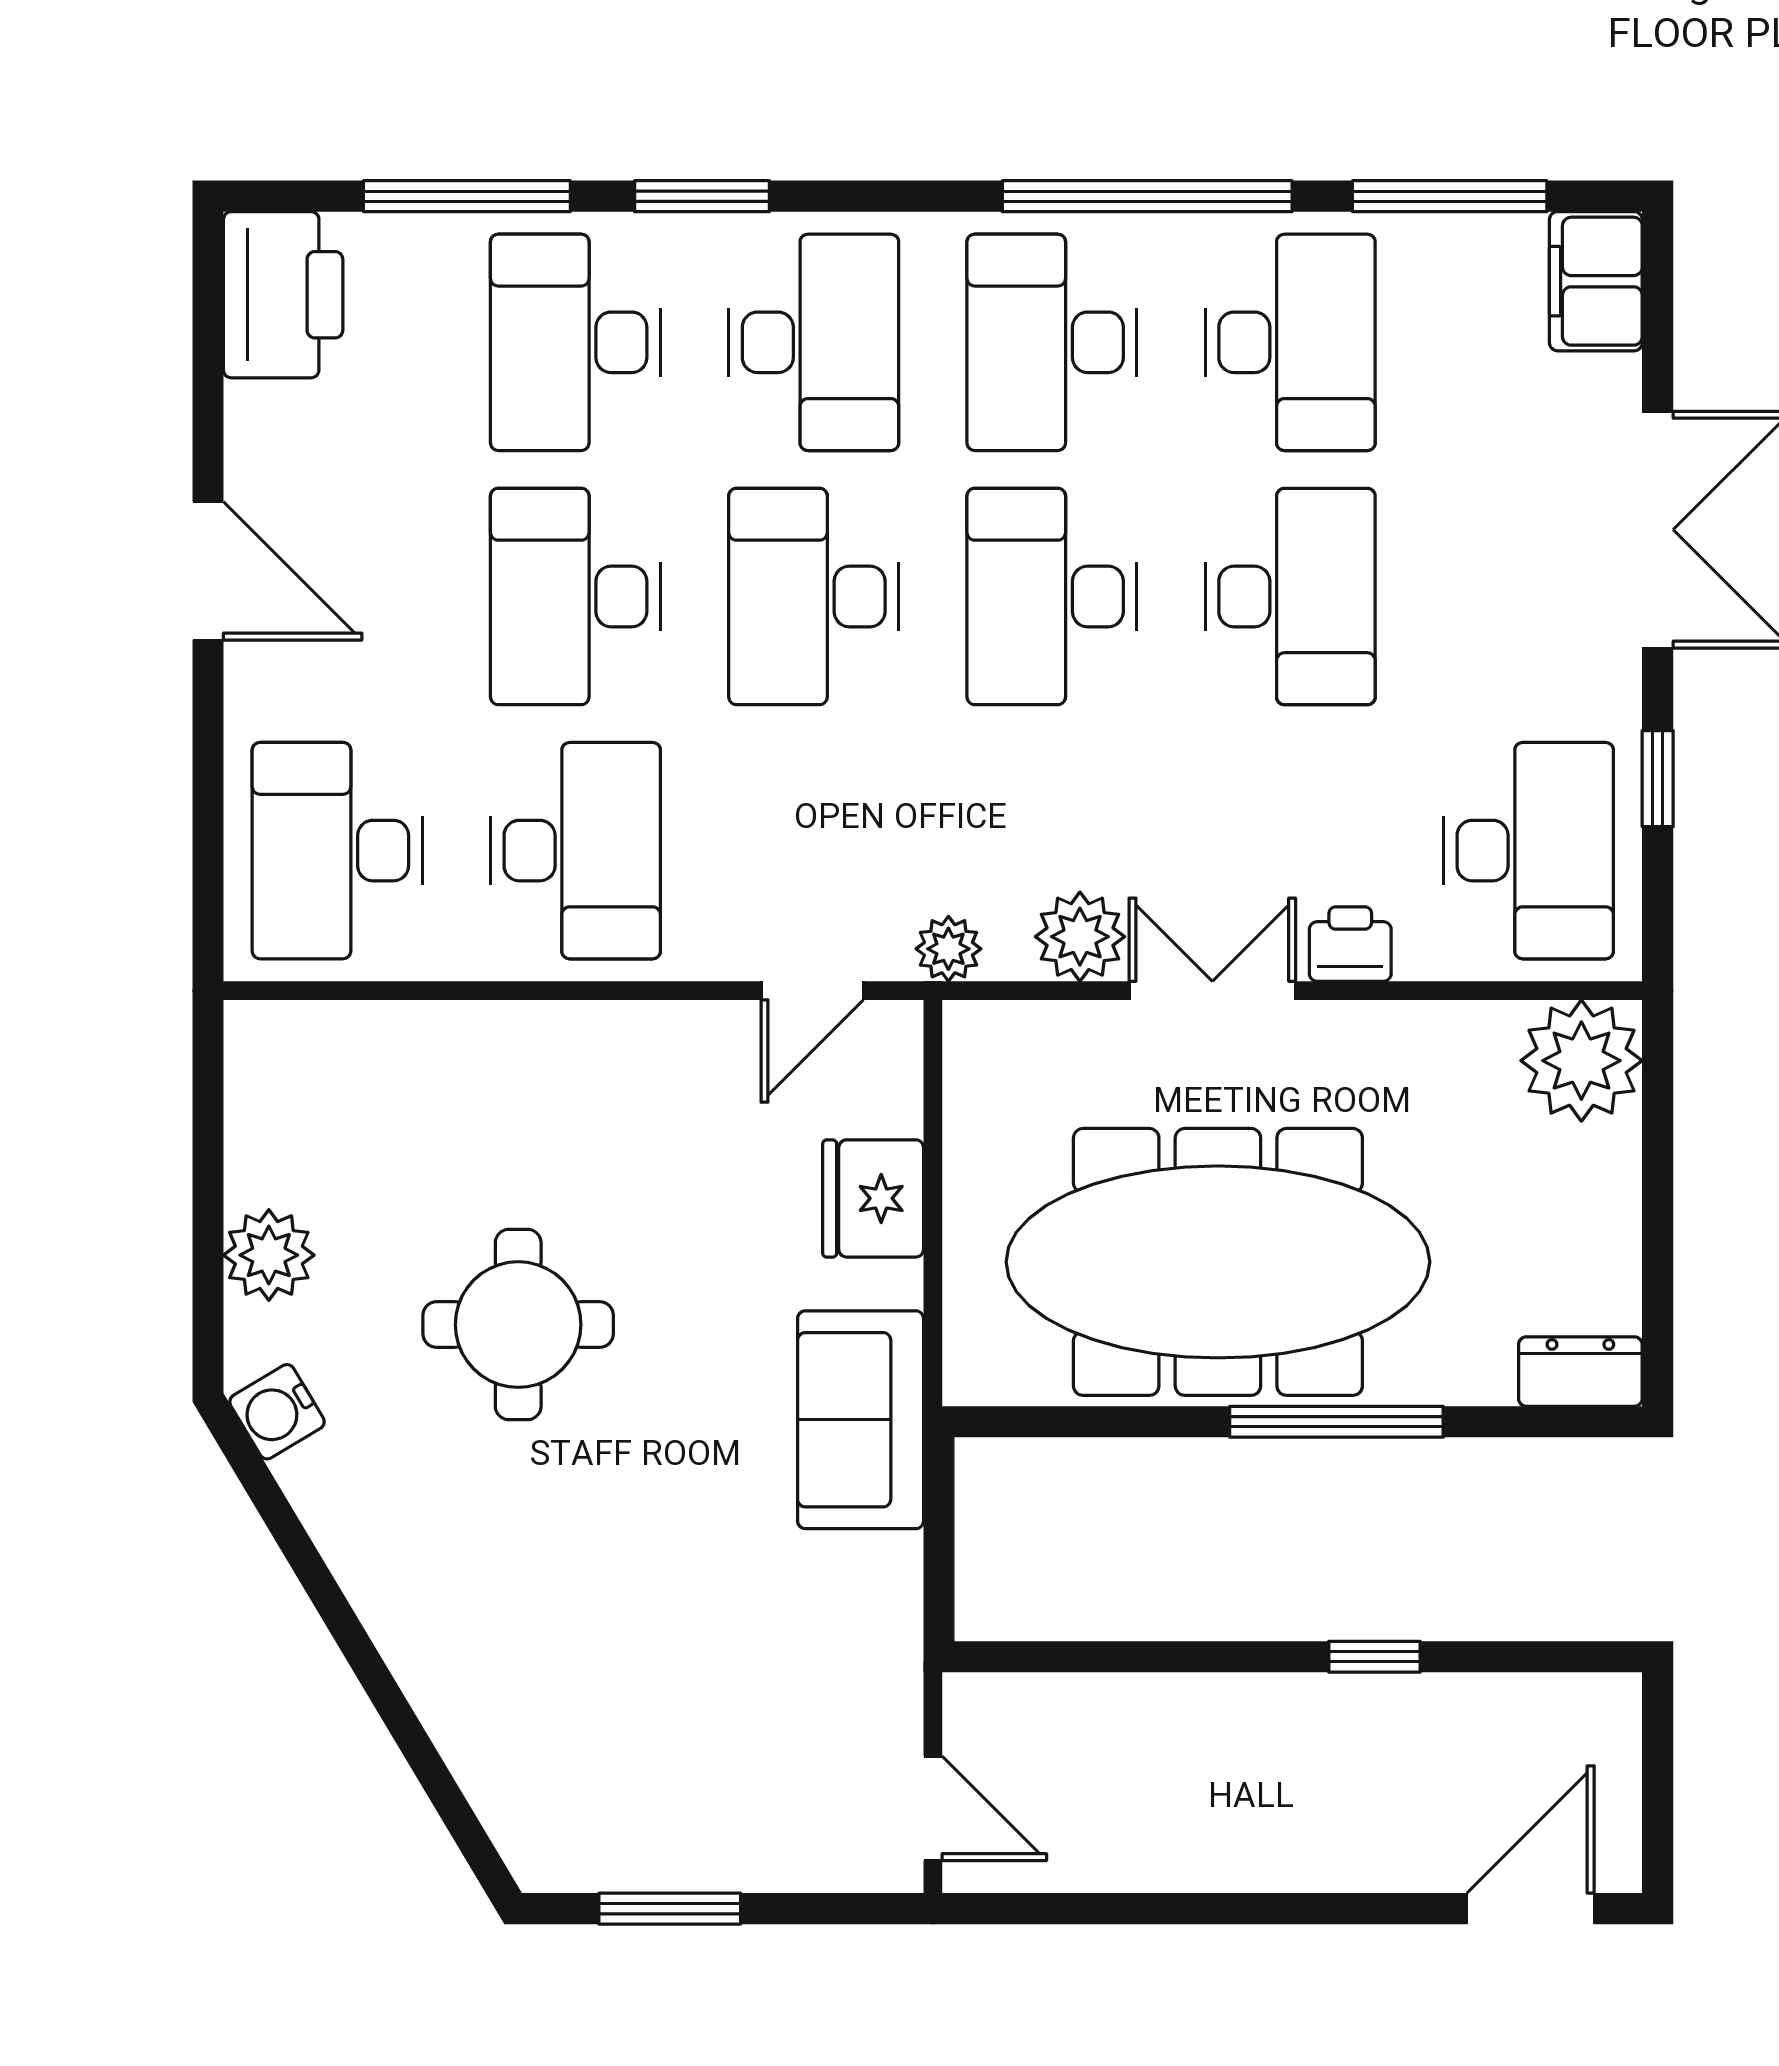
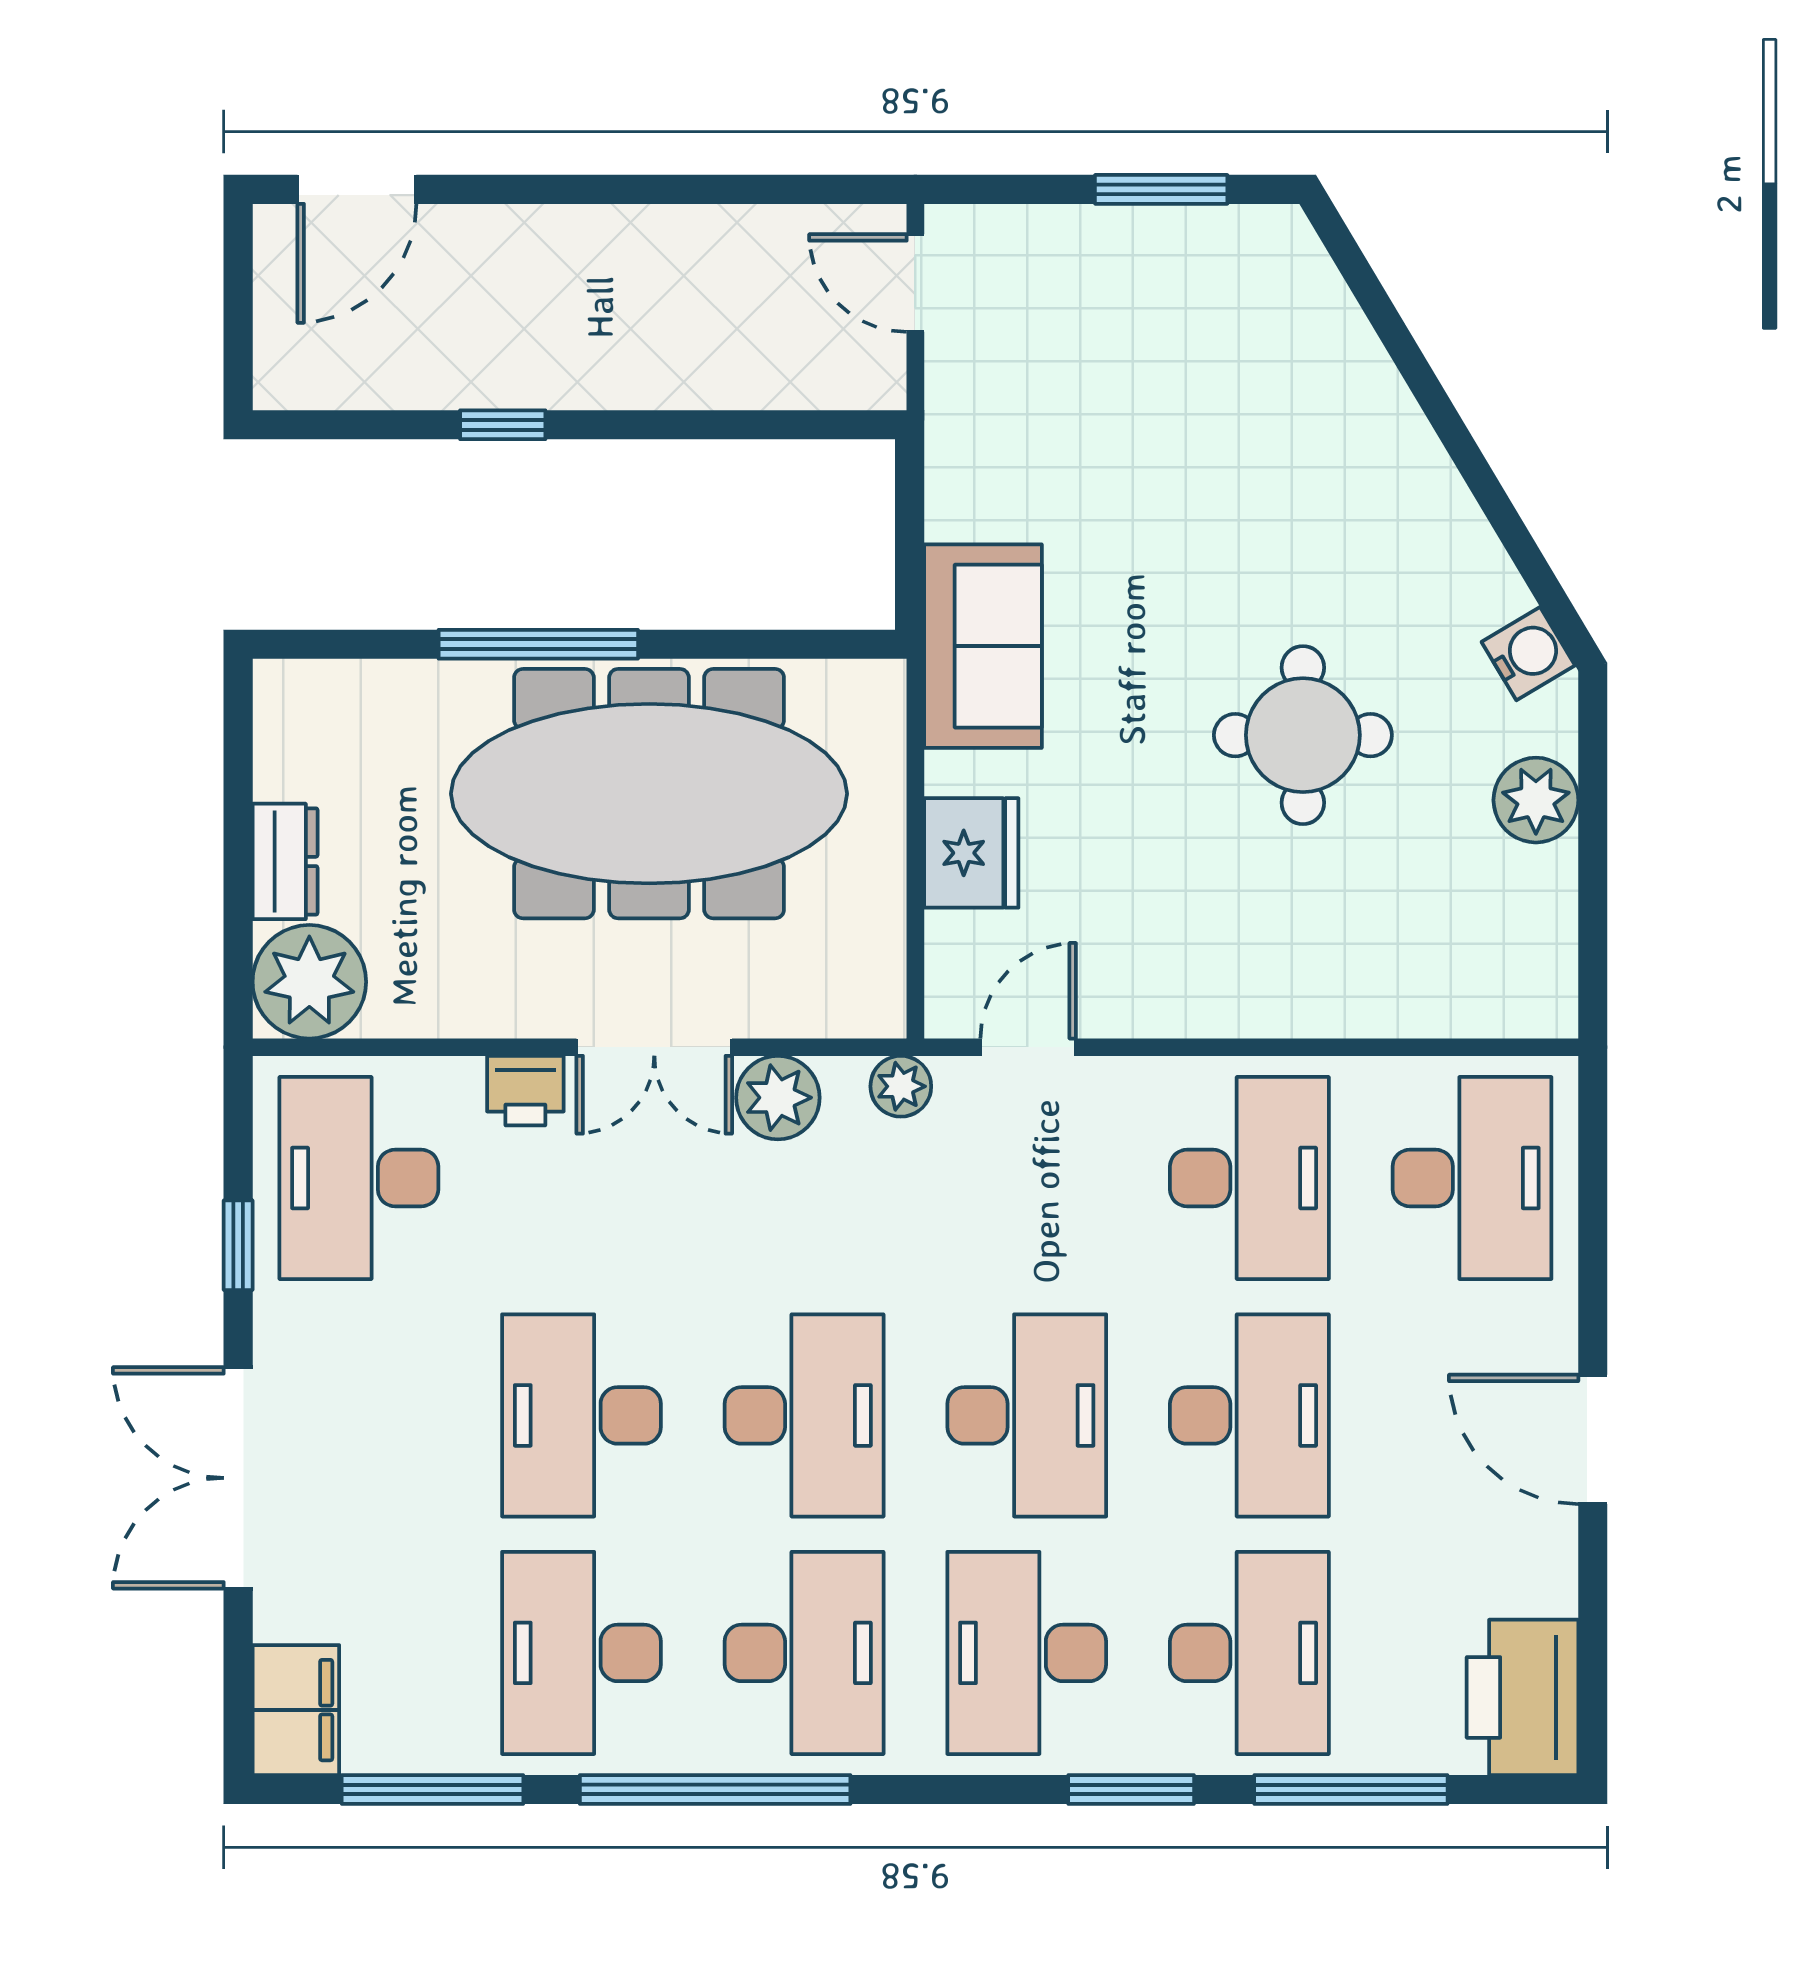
desk: (575, 851) -> (1249, 1178), turned 180
dresser: (1580, 1372) -> (285, 861), moved, turned -90

